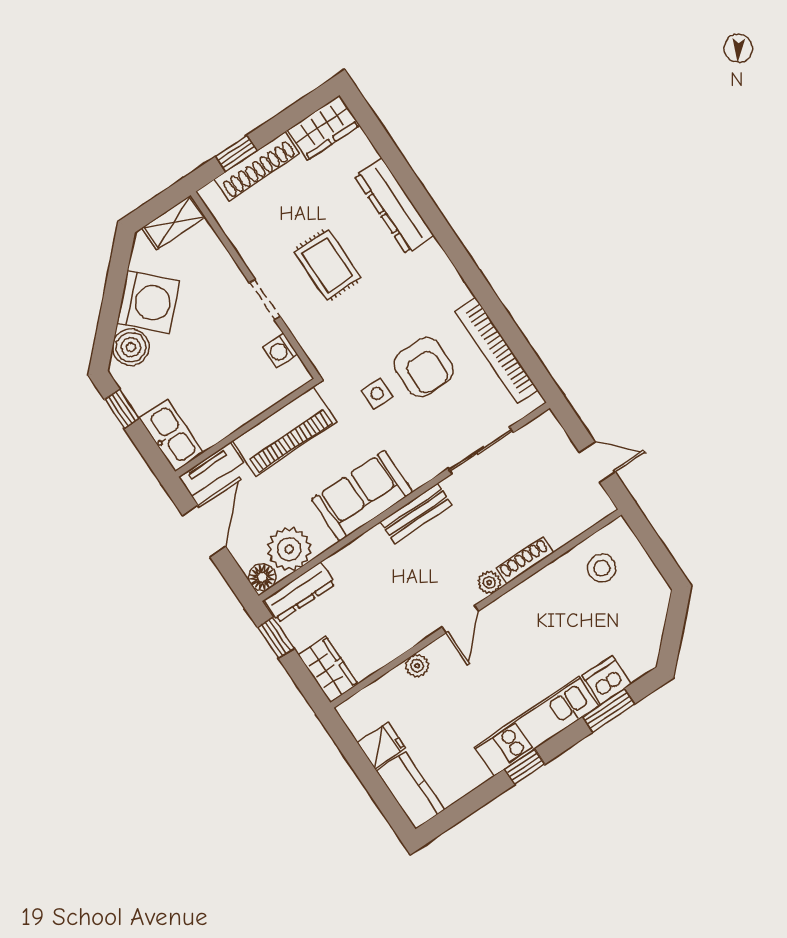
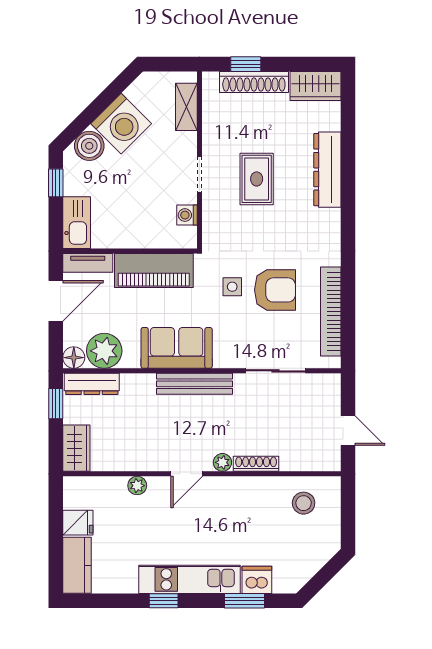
shelving: (174, 222) -> (186, 107), moved, turned 90
armchair: (424, 367) -> (275, 290), turned -90
bench: (416, 513) -> (195, 384), width x1.36

